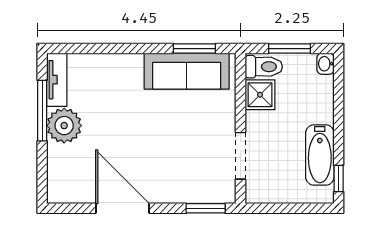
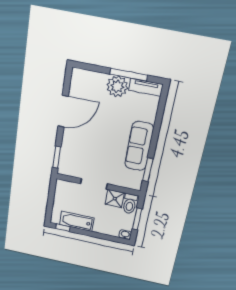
sofa: (187, 71) -> (139, 146), moved
doorway: (241, 156) -> (94, 184), moved

